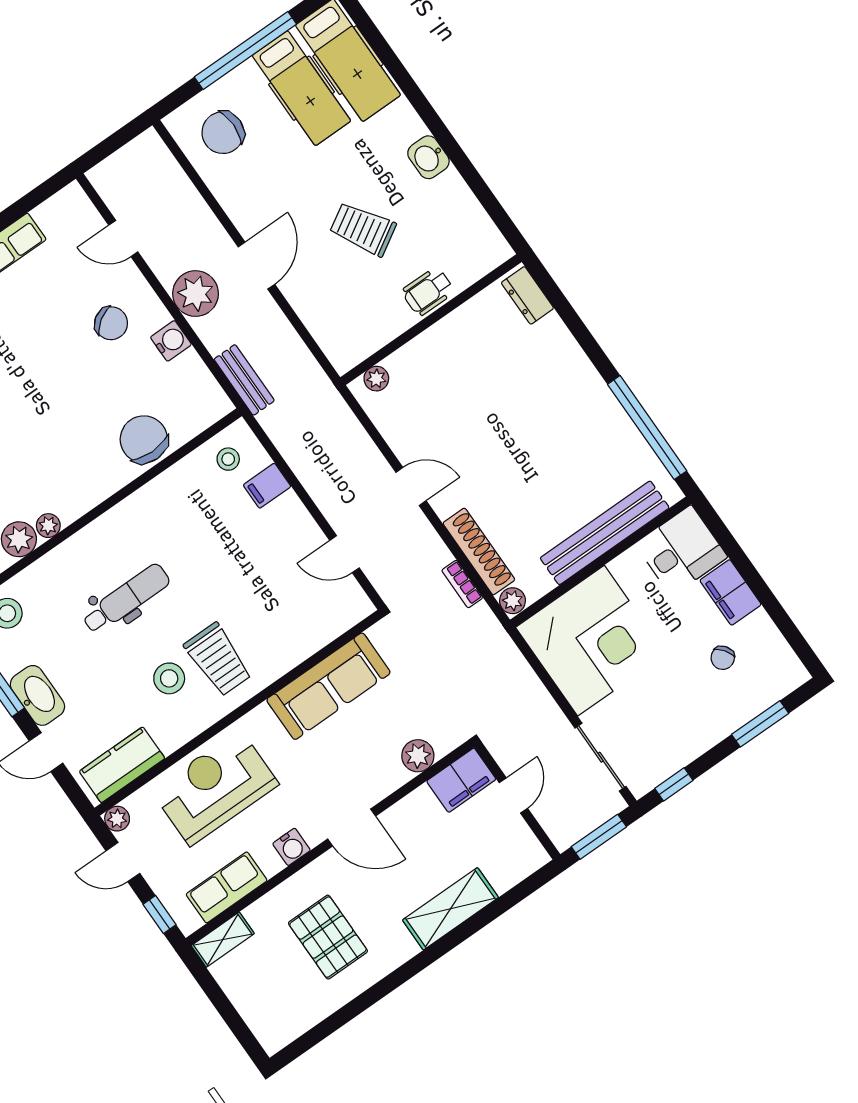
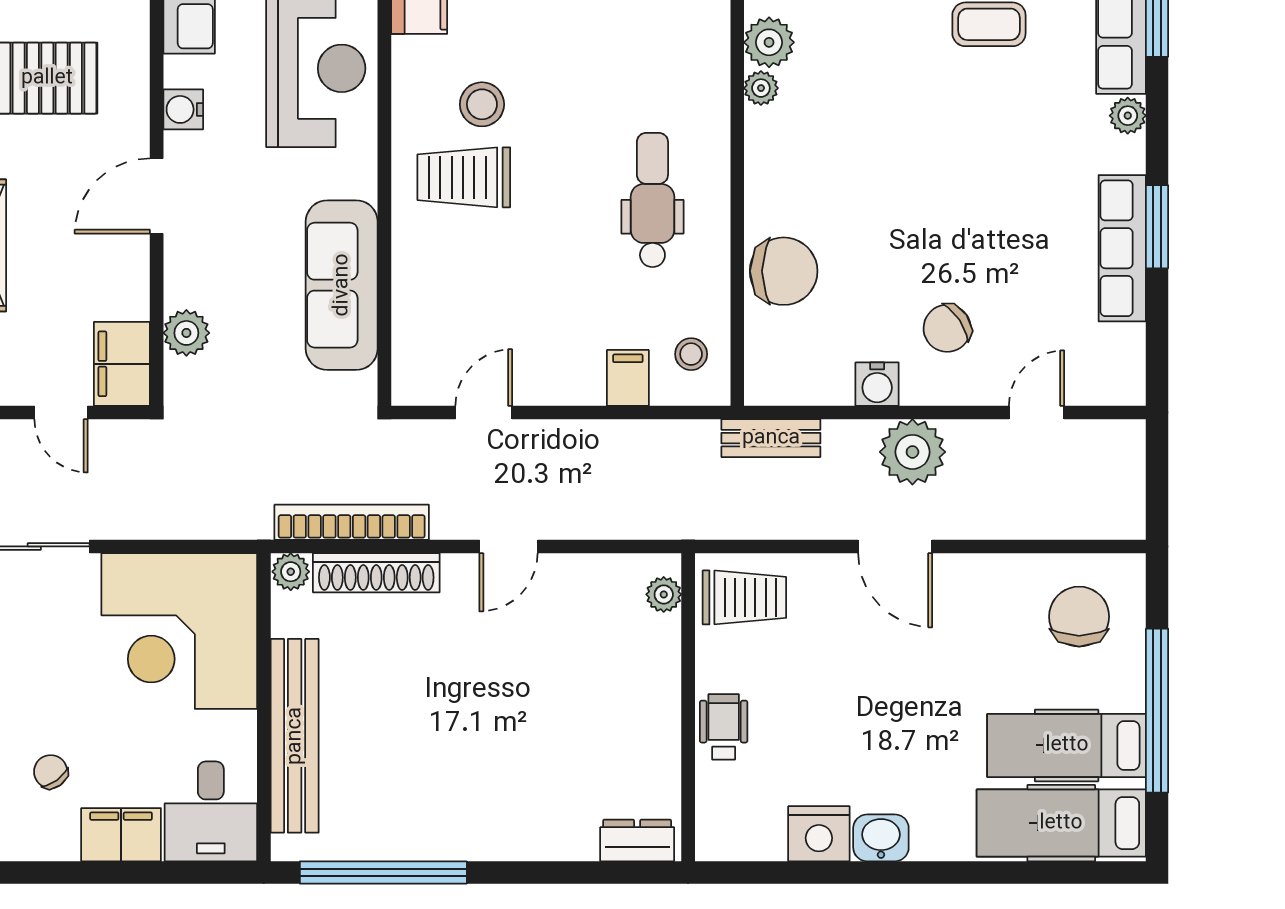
nightstand: (451, 194) -> (819, 834), added
trolley: (363, 229) -> (744, 597), moved, turned 31
bookcase: (462, 584) -> (352, 522), width x2.31, depth x1.31
dental chair: (126, 599) -> (652, 200), moved, turned 180

